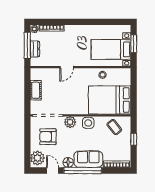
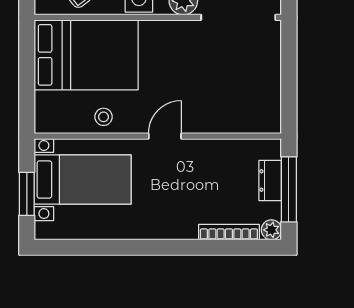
door: (67, 67) -> (165, 136), moved
cot: (36, 90) -> (268, 79), removed

